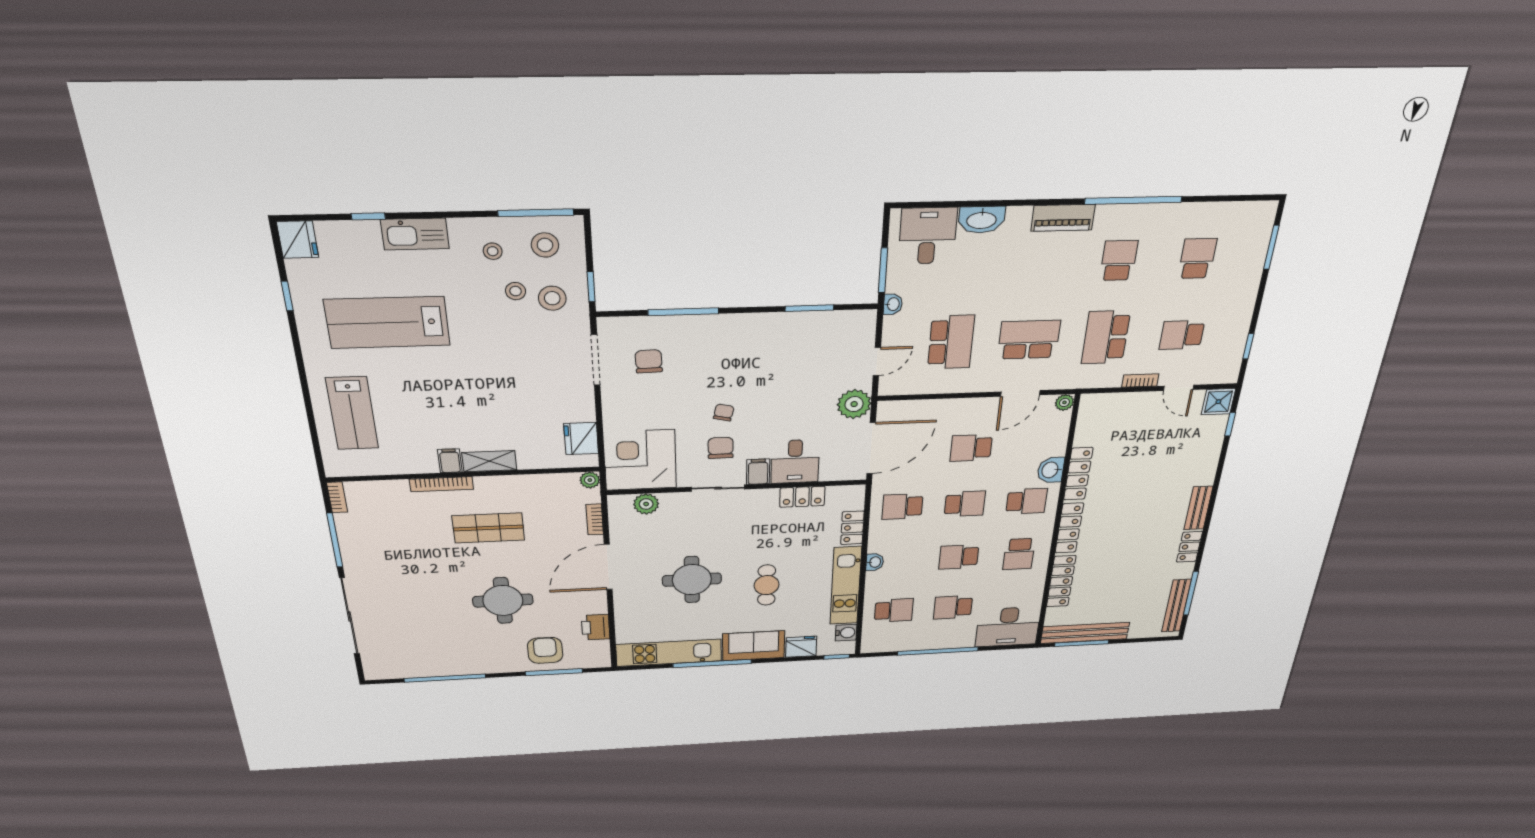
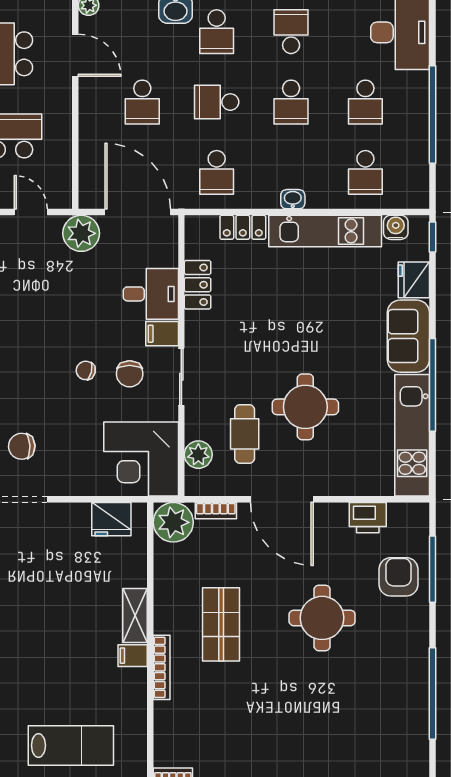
chair: (721, 448) -> (130, 374), turned -90
plant: (590, 480) -> (173, 522), width x1.87, depth x1.87
school desk: (1026, 501) -> (217, 32), turned 180
school desk: (965, 504) -> (217, 102), turned -90
school desk: (1019, 554) -> (291, 32), turned -90
cafe table: (767, 585) -> (245, 434), moved, turned 90
school desk: (894, 610) -> (365, 172), turned 180
armchair: (545, 650) -> (399, 577), turned 90

